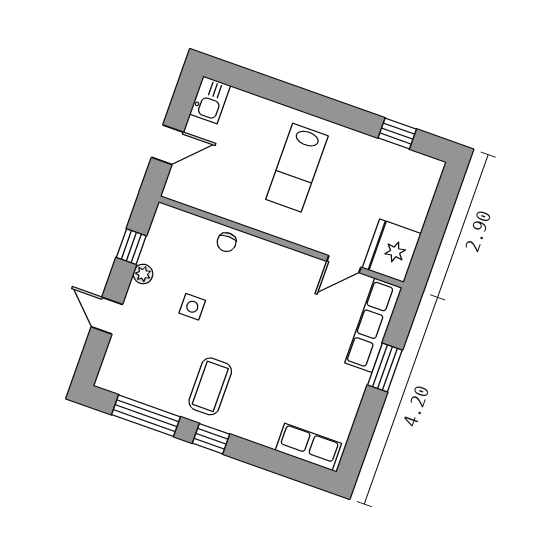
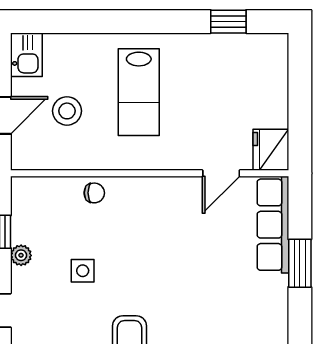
stool: (228, 162) -> (67, 111), added
chair: (227, 242) -> (94, 193), turned -90
fridge: (392, 251) -> (271, 150), width x0.73, depth x0.75

